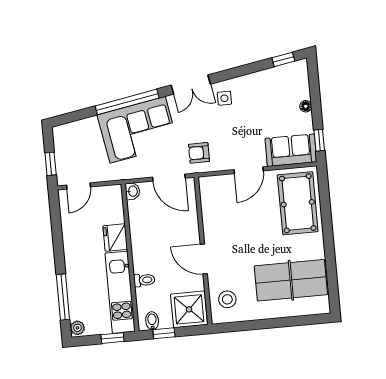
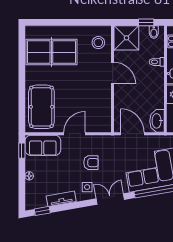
tv unit: (259, 79) -> (61, 199), added
armchair: (199, 153) -> (91, 163), moved
washbasin: (133, 191) -> (157, 121), width x1.91, depth x1.45

